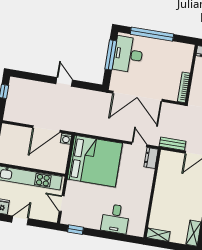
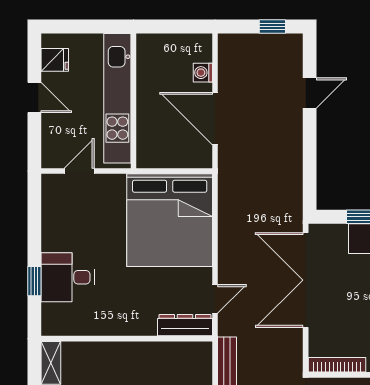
door: (64, 82) -> (310, 93), moved
washing machine: (66, 139) -> (203, 73), moved
dresser: (151, 158) -> (185, 325), width x1.44
window: (76, 230) -> (34, 281), moved

